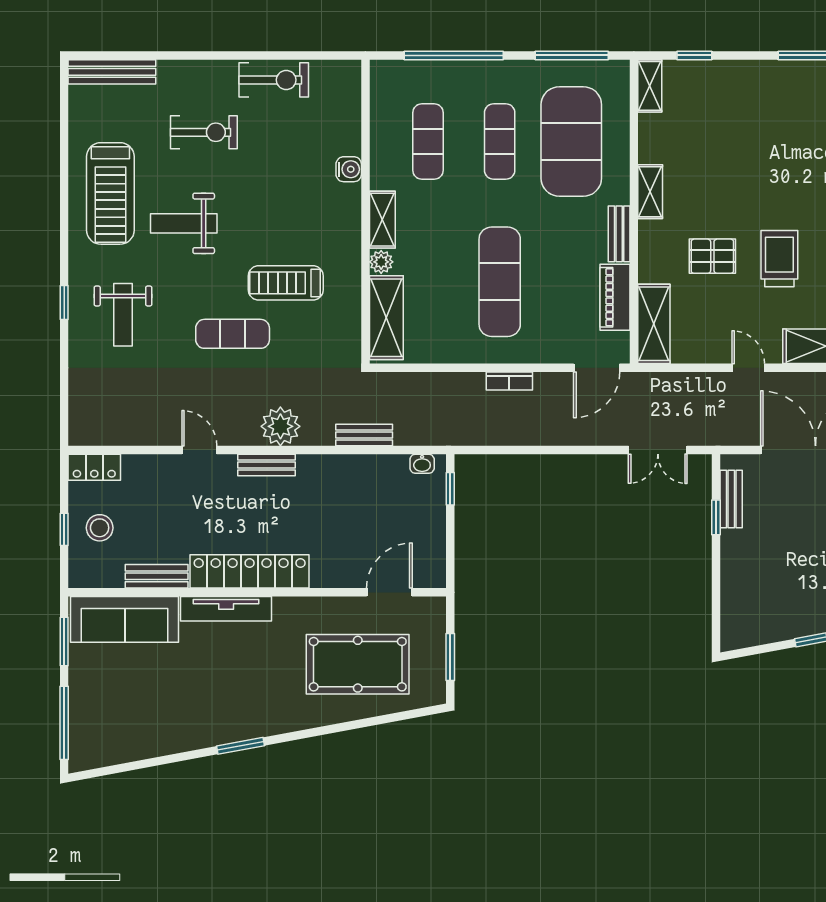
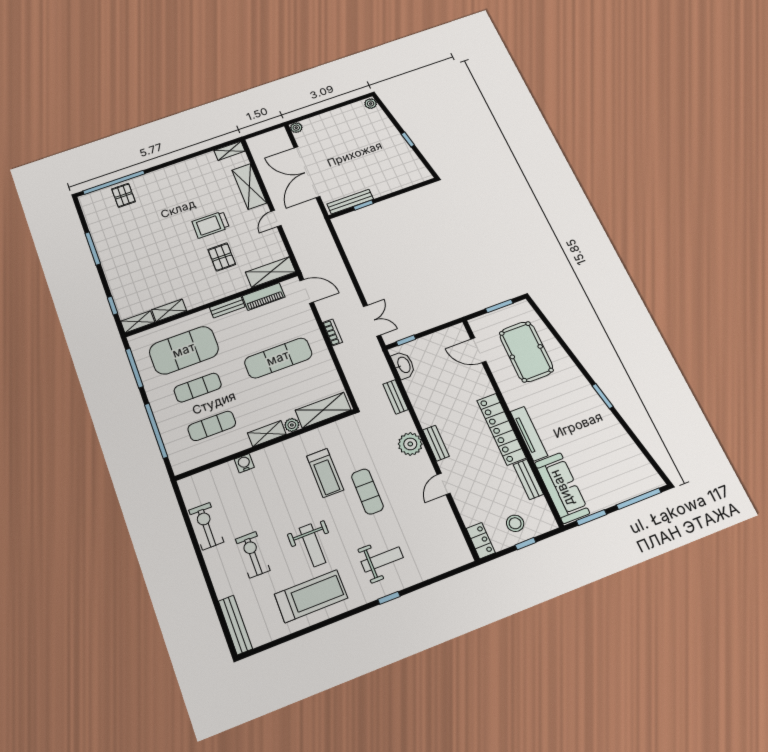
shelving: (650, 192) -> (169, 310), moved
double door: (658, 450) -> (372, 321), moved
washbasin: (422, 464) -> (403, 365), width x1.91, depth x1.45
bench: (731, 499) -> (350, 202), width x1.36

